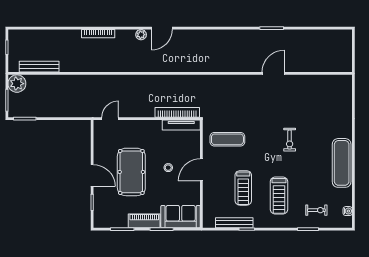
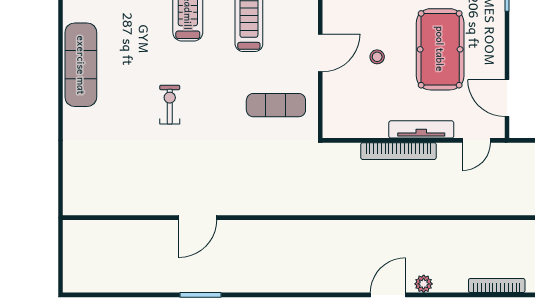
bookcase: (177, 112) -> (398, 151), moved
tv unit: (181, 125) -> (421, 129), moved
door: (92, 176) -> (507, 98), moved

